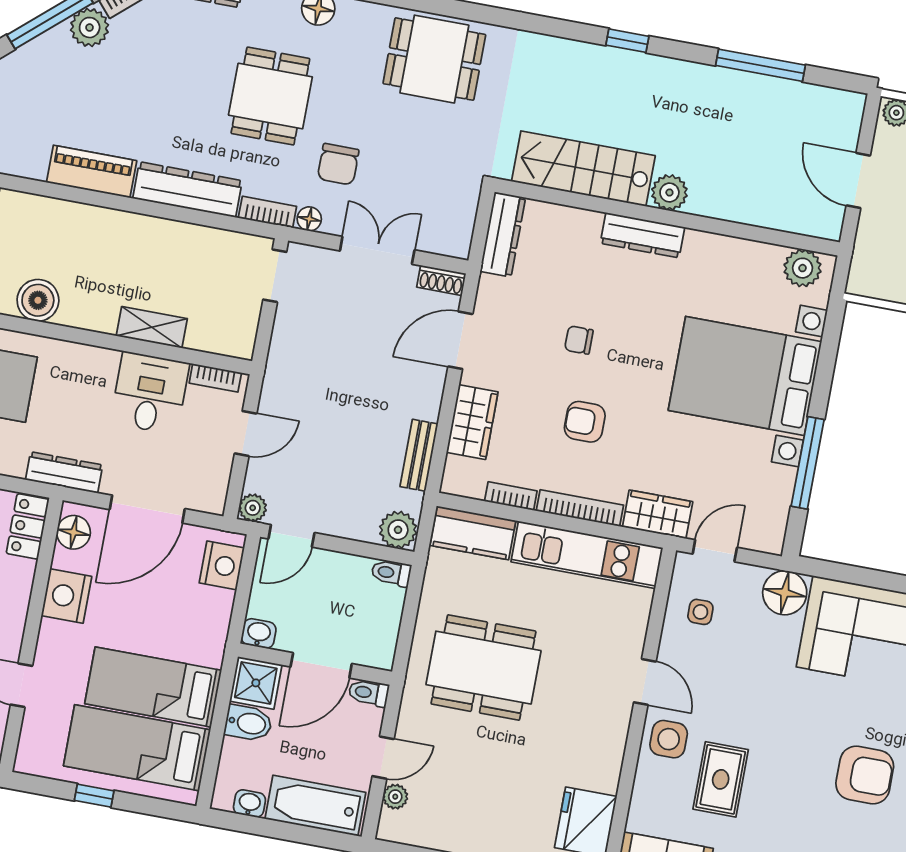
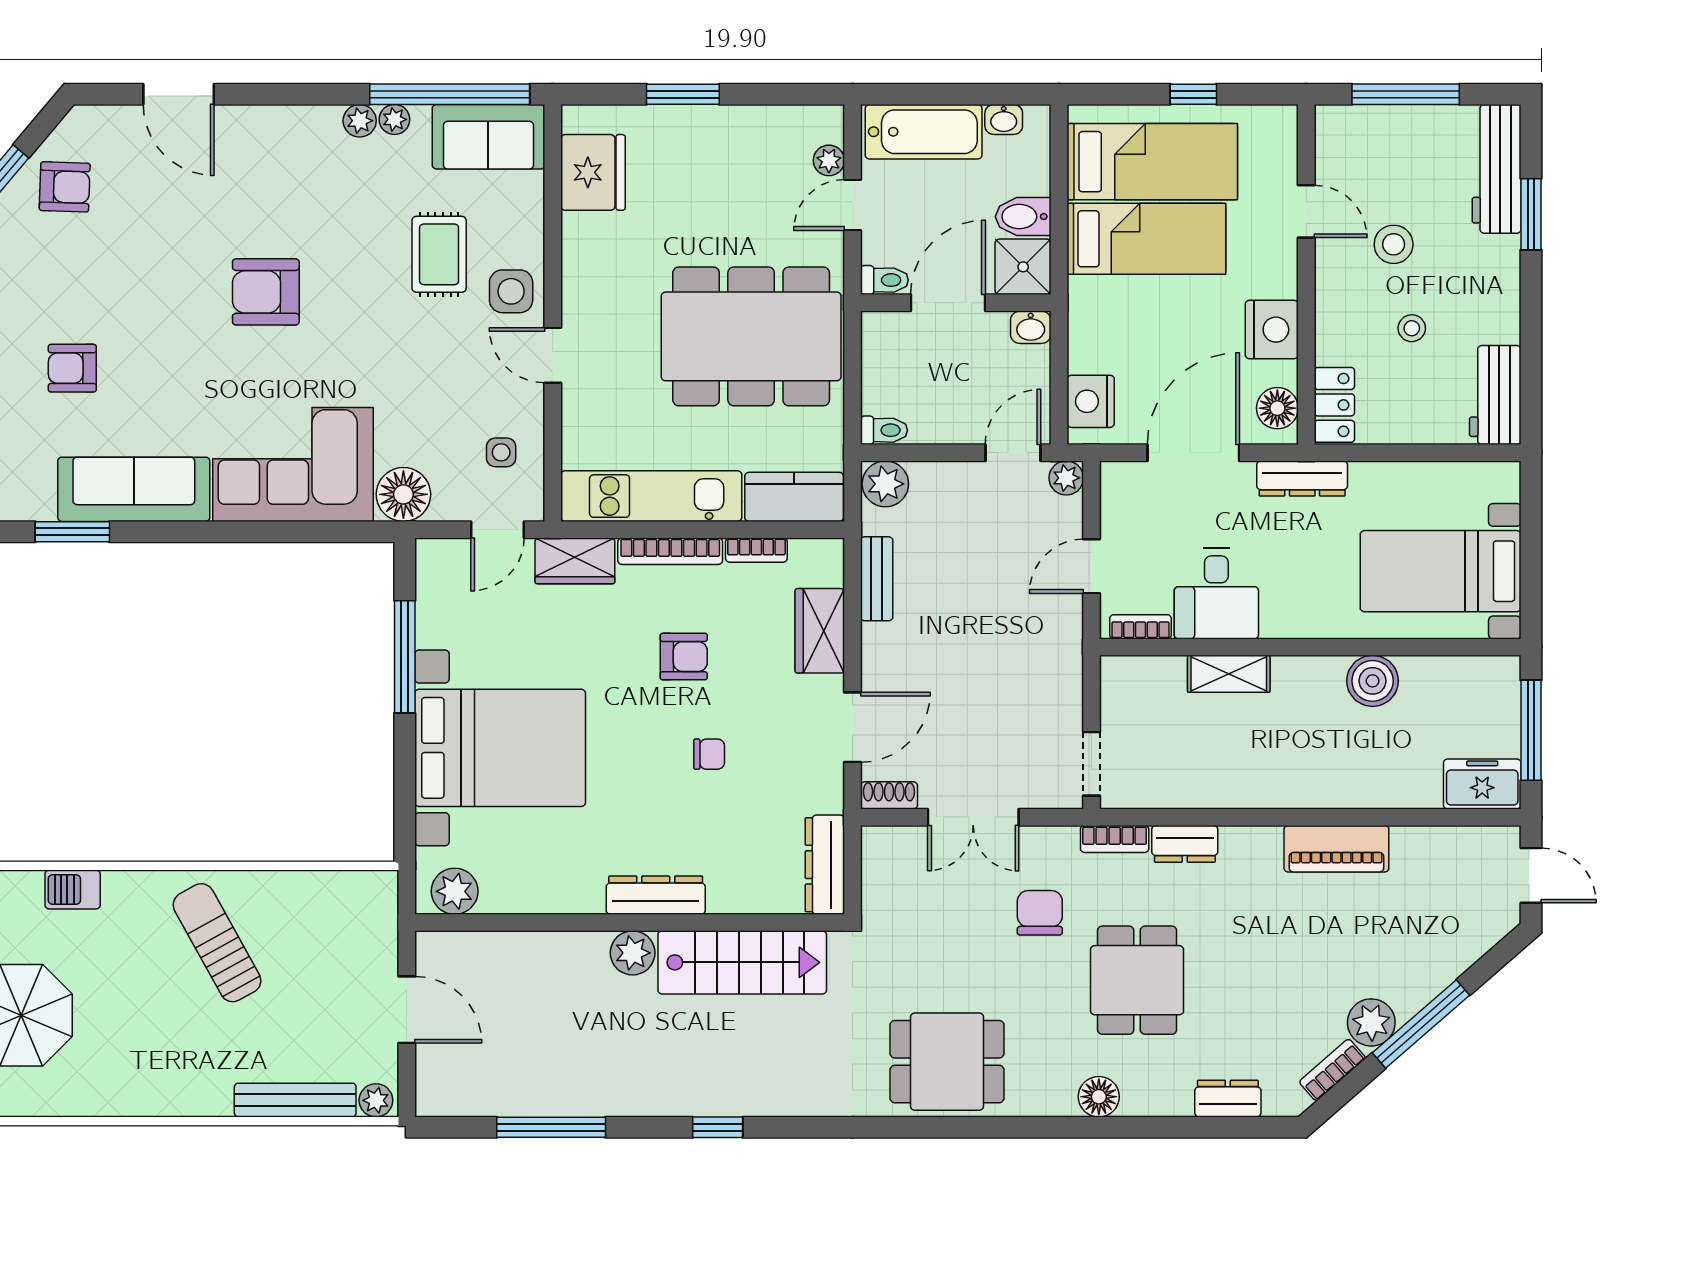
dresser: (187, 190) -> (1185, 844), width x0.51, depth x0.80
floor lamp: (309, 219) -> (1062, 840), removed
dining table: (483, 668) -> (751, 336), width x1.36, depth x1.24

